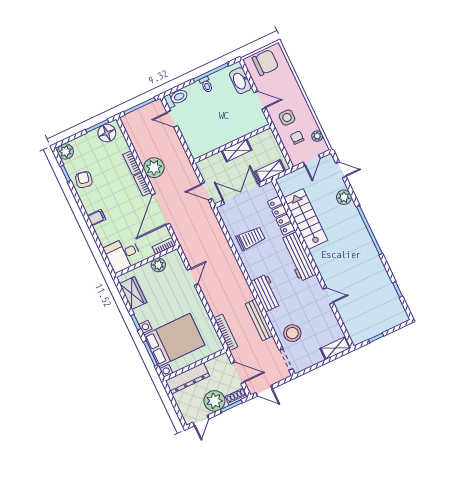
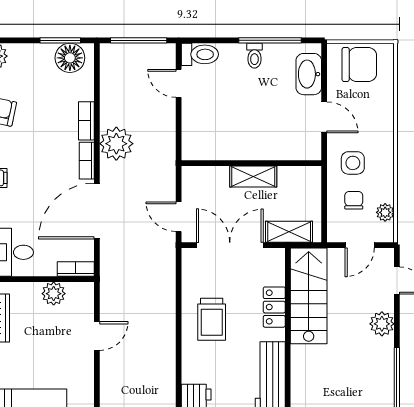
locker: (281, 216) -> (274, 307), width x0.66
stairs: (306, 219) -> (309, 296), moved
trolley: (251, 238) -> (212, 319), turned 90

